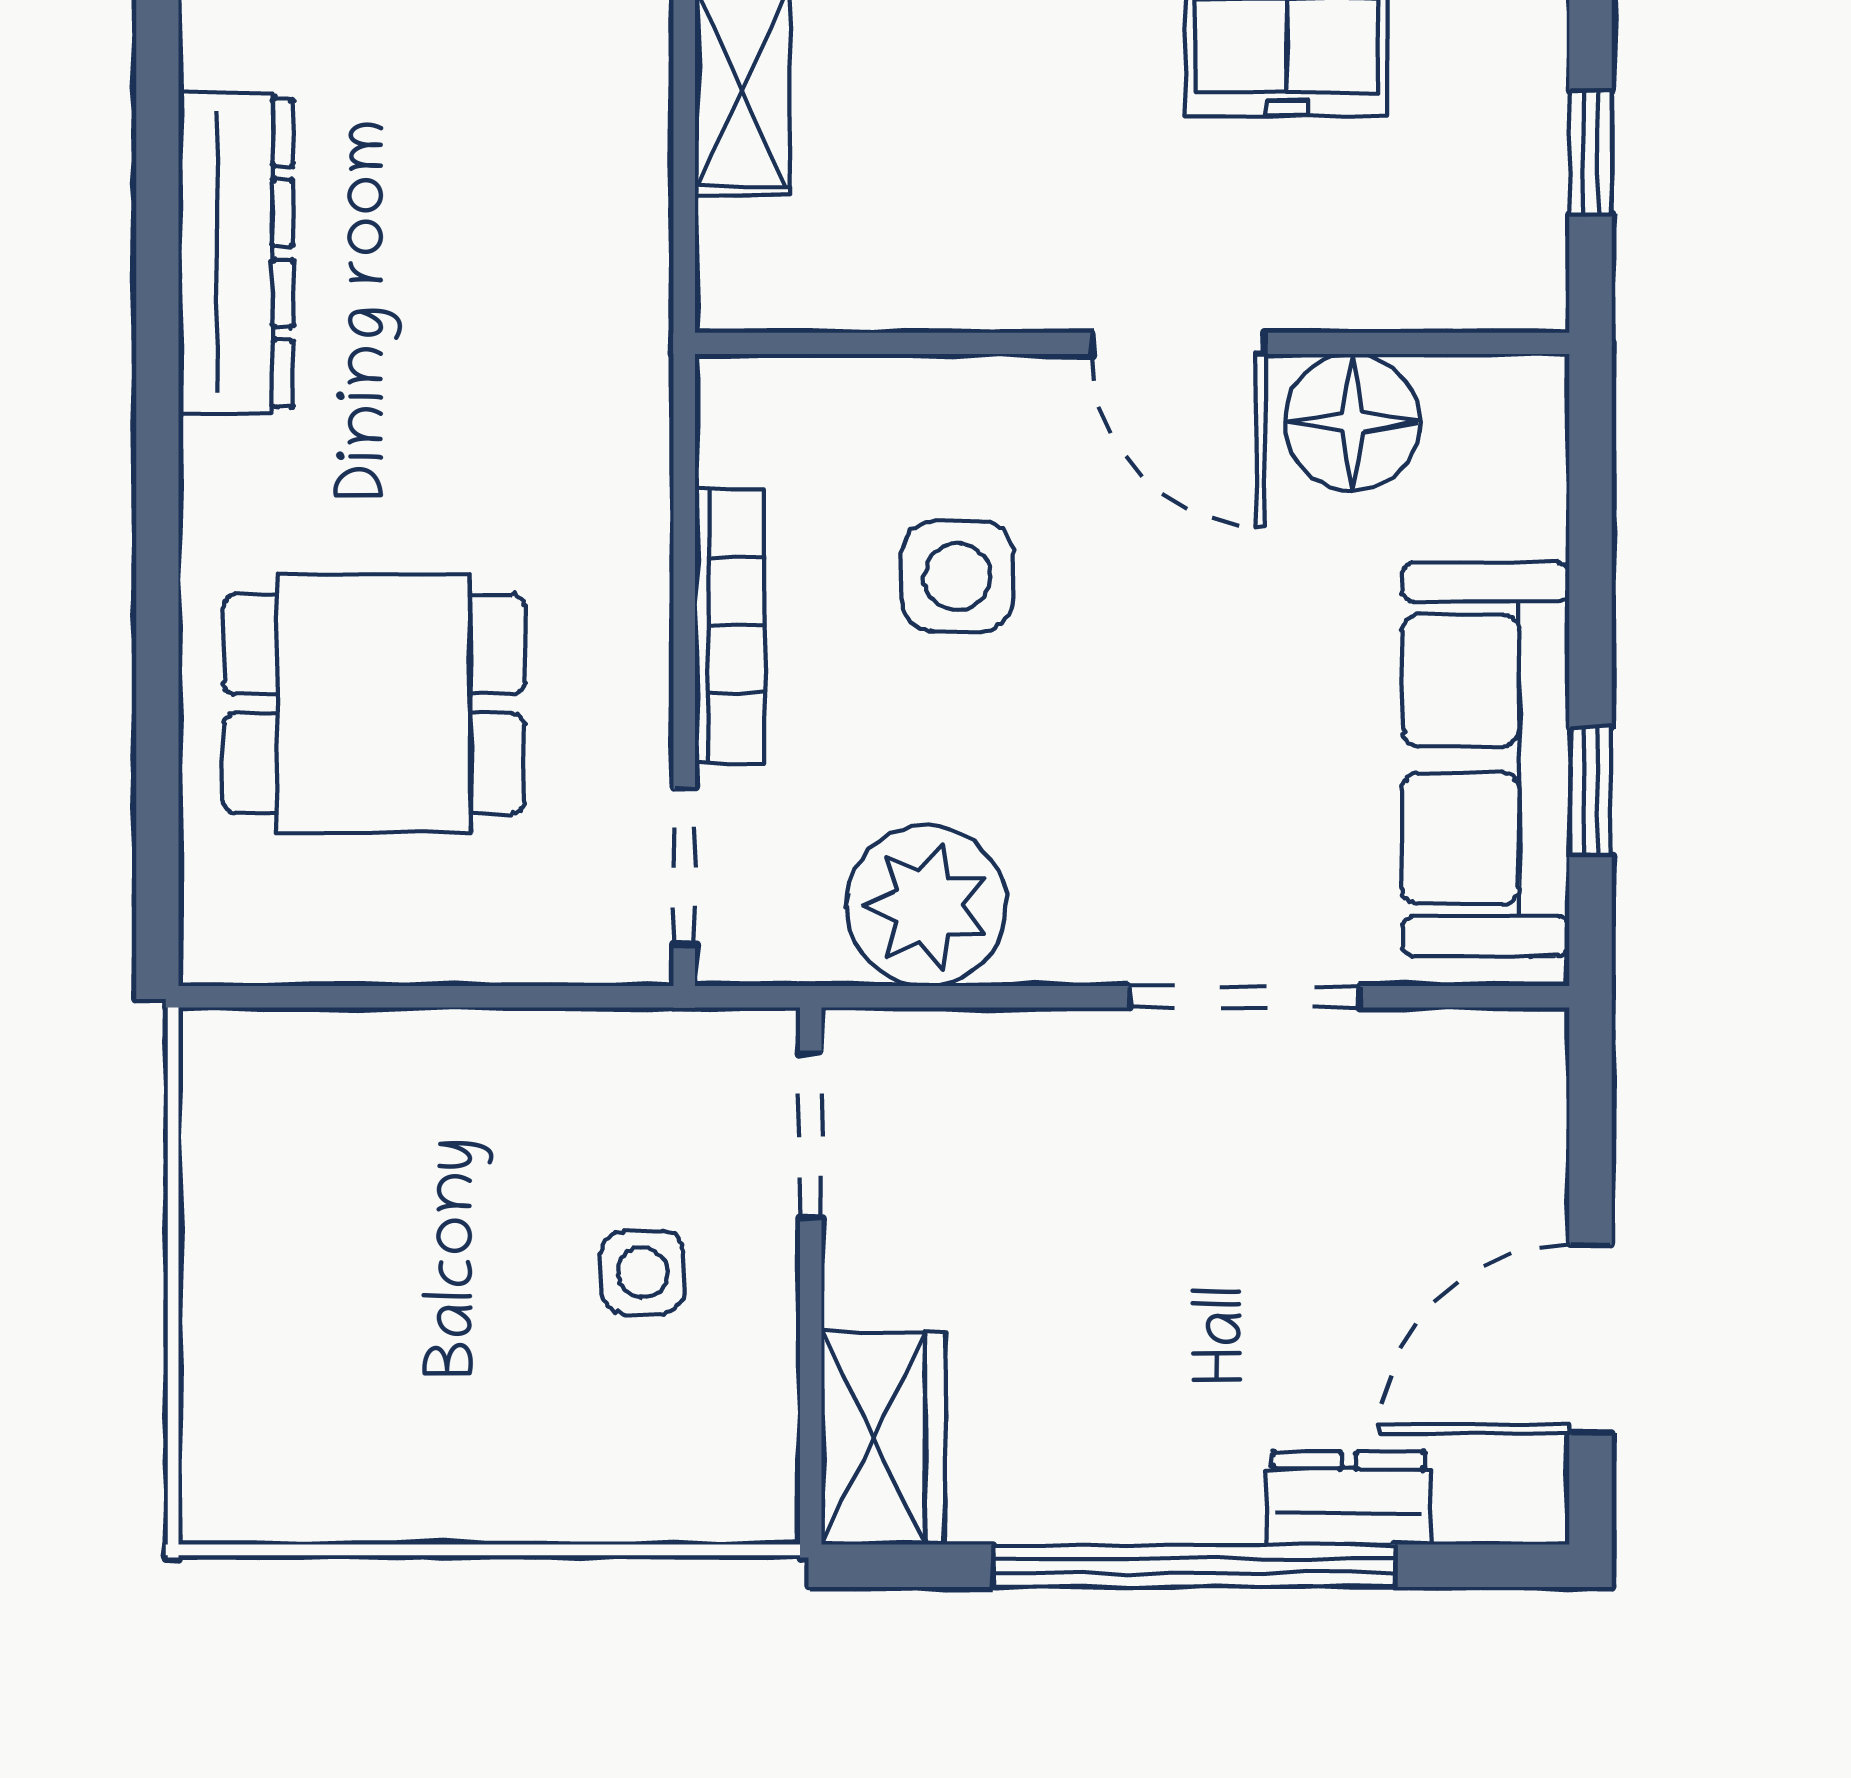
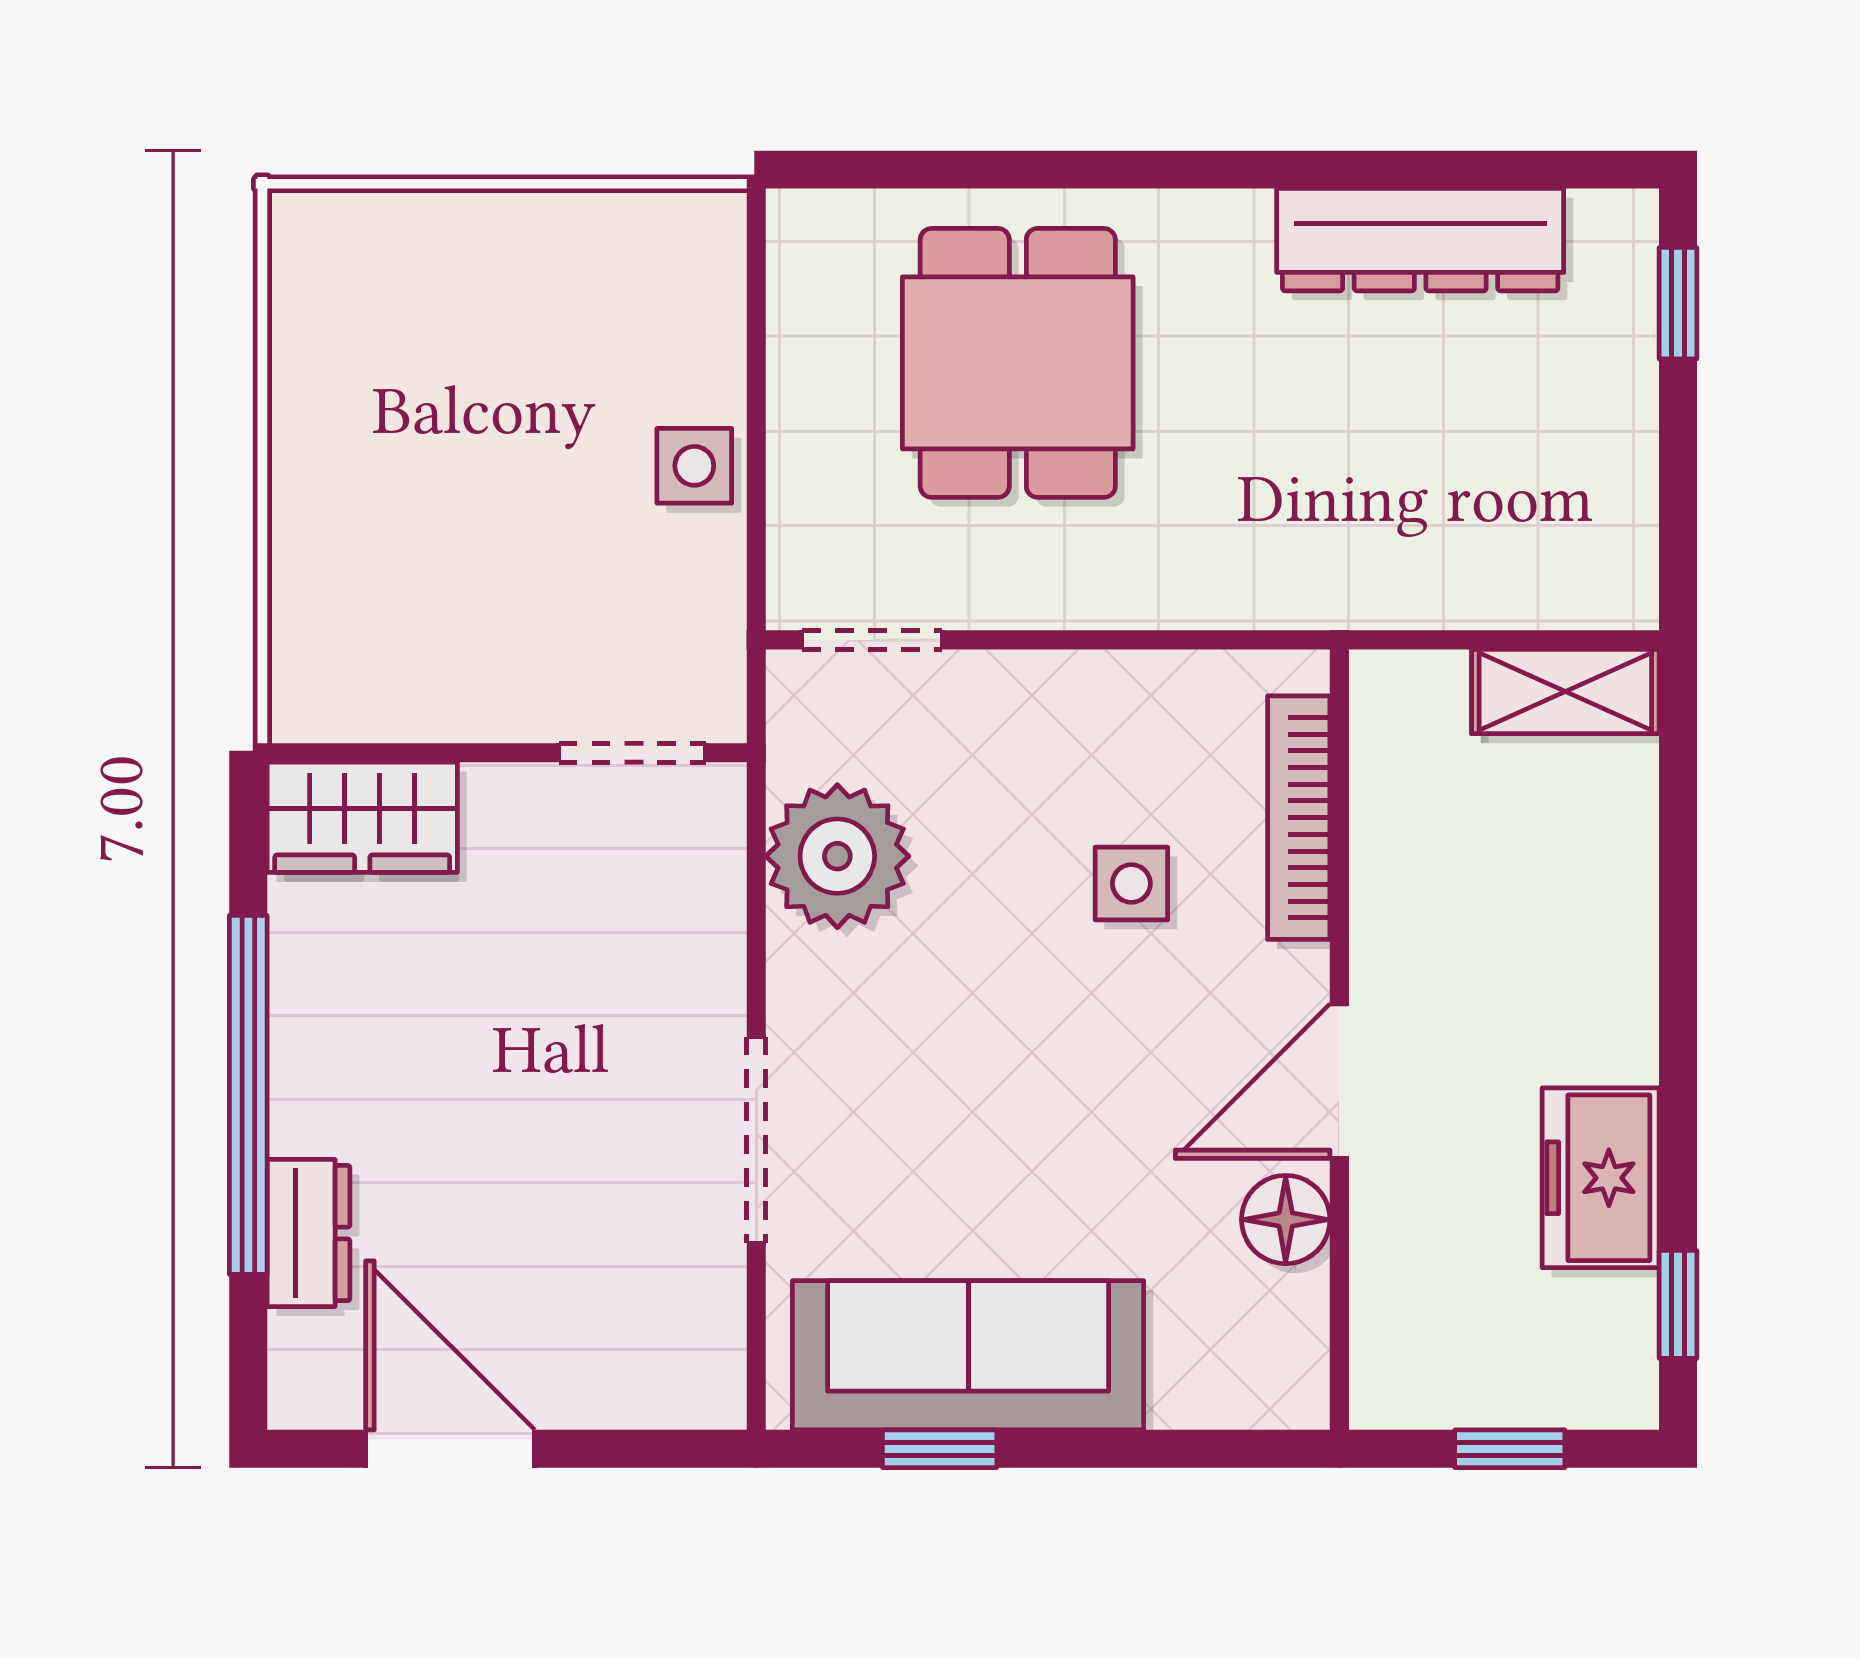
floor lamp: (1352, 422) -> (1286, 1220), width x0.73, depth x0.73
side table: (957, 576) -> (1131, 883), width x0.73, depth x0.73
bookcase: (730, 626) -> (1299, 818), moved, turned 90
side table: (643, 1272) -> (694, 466), moved

